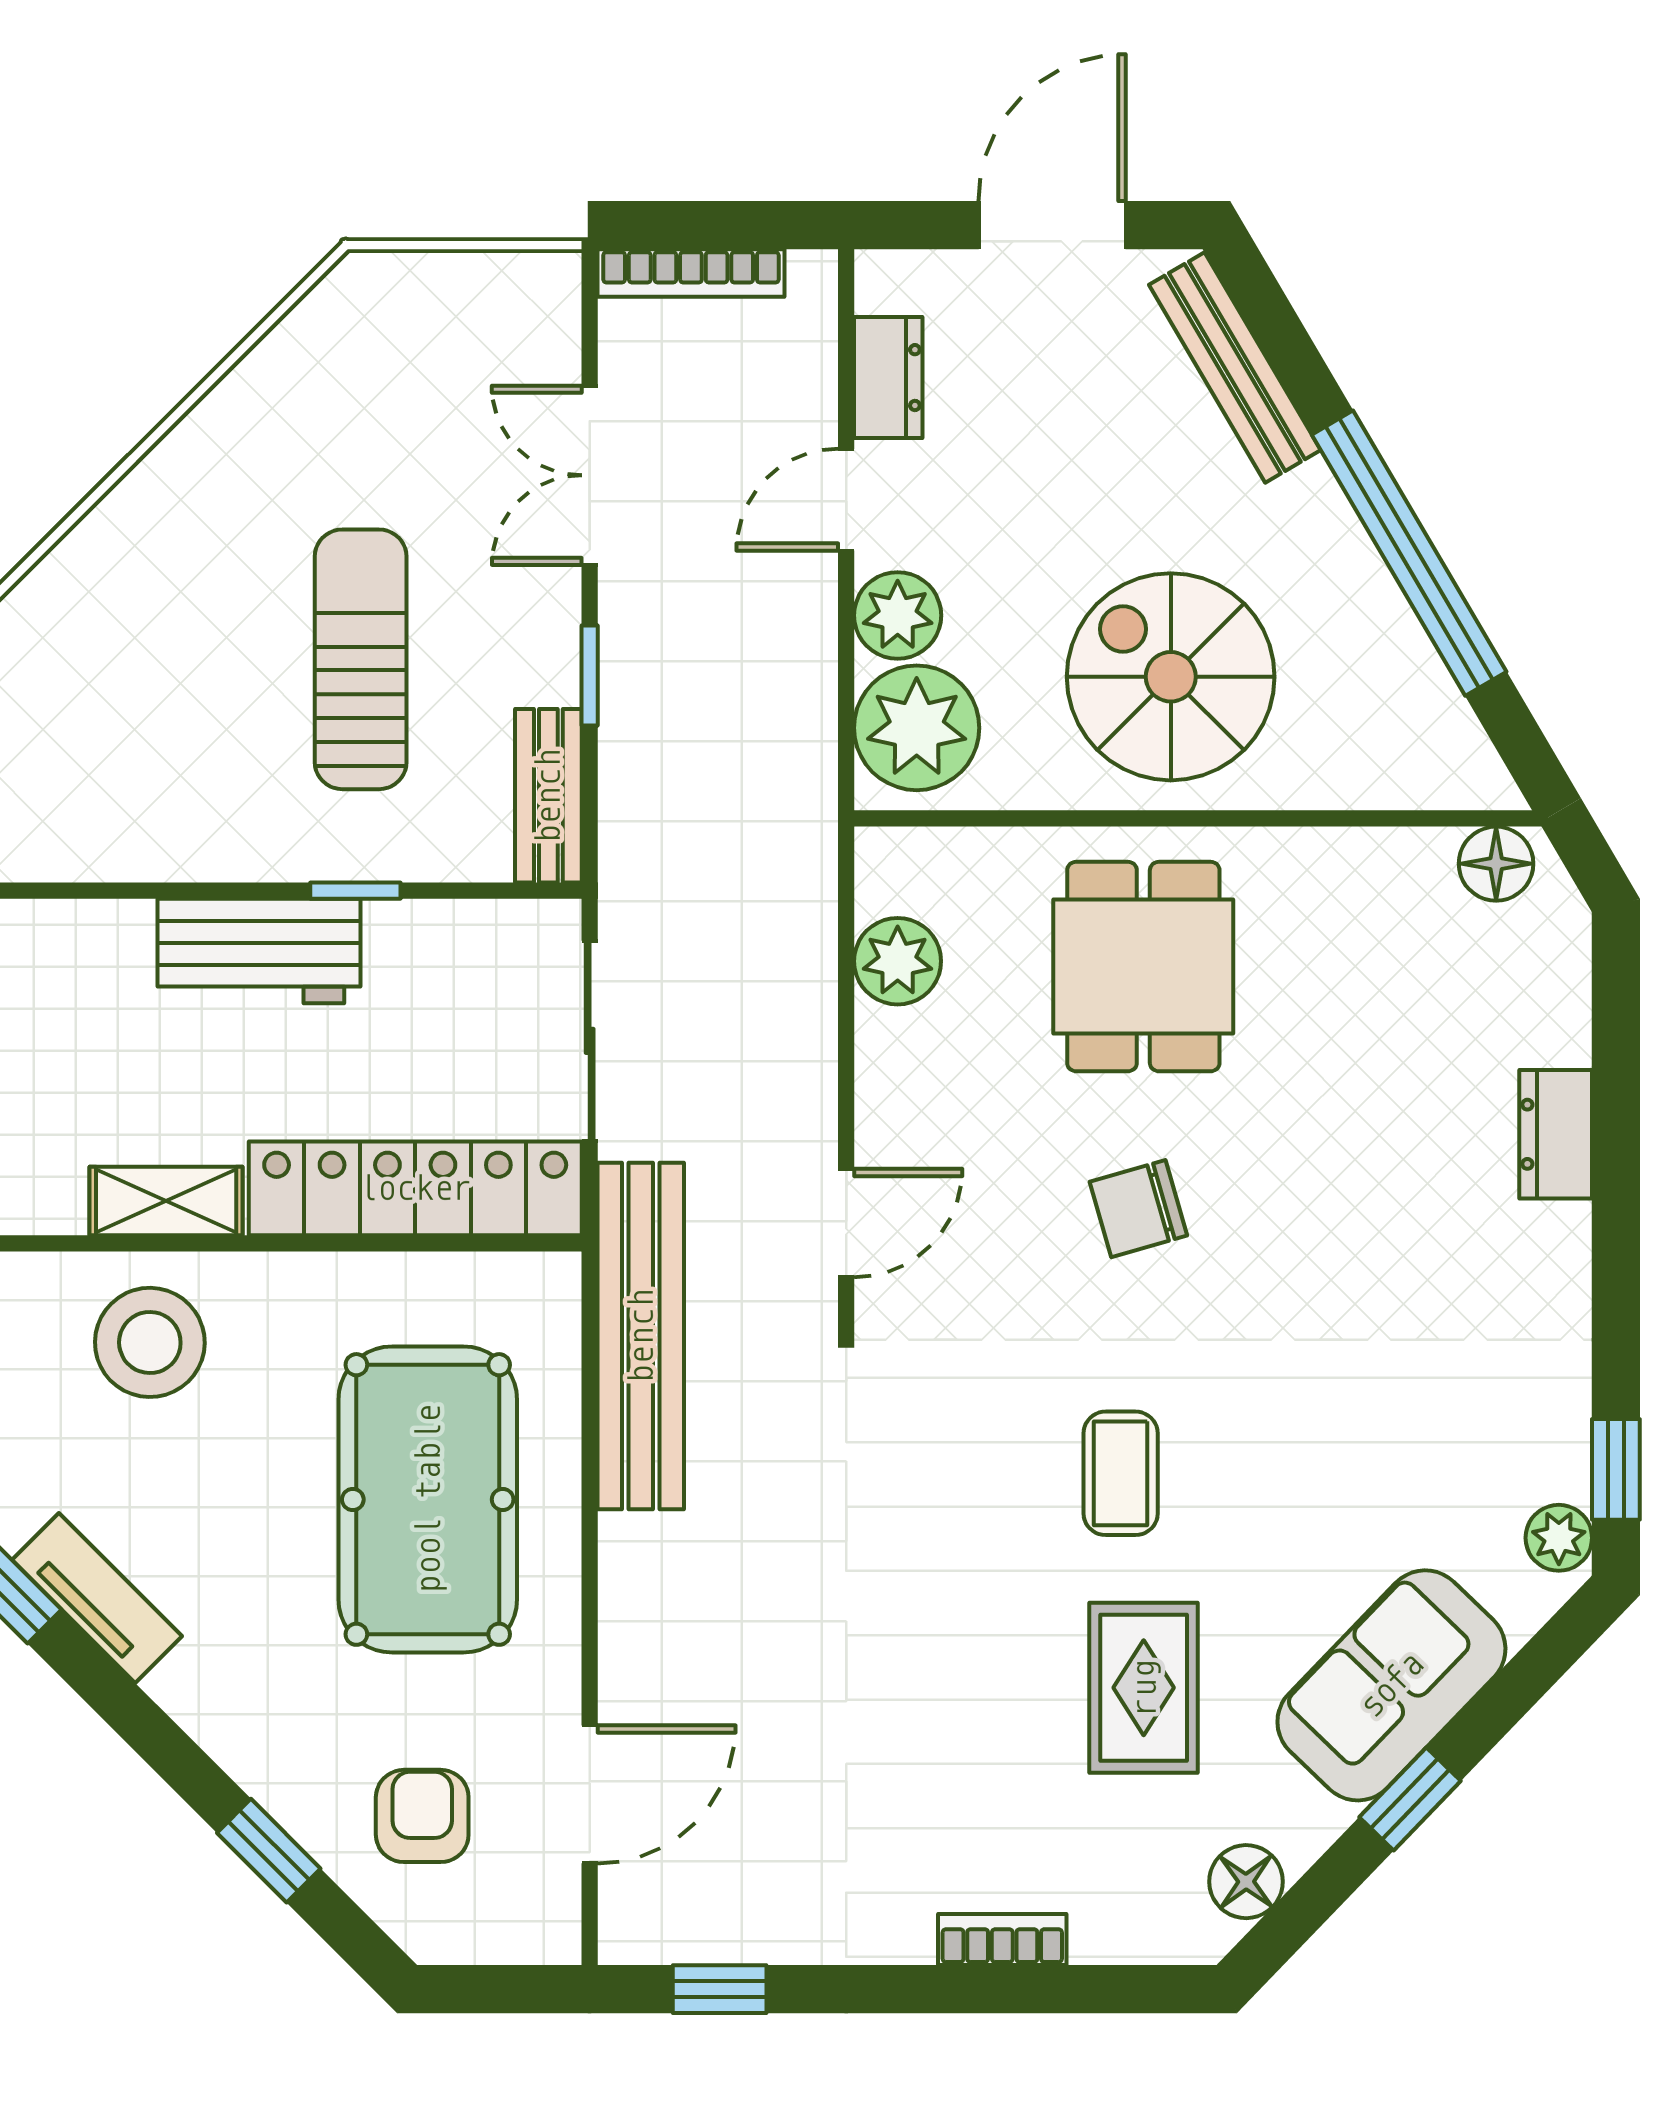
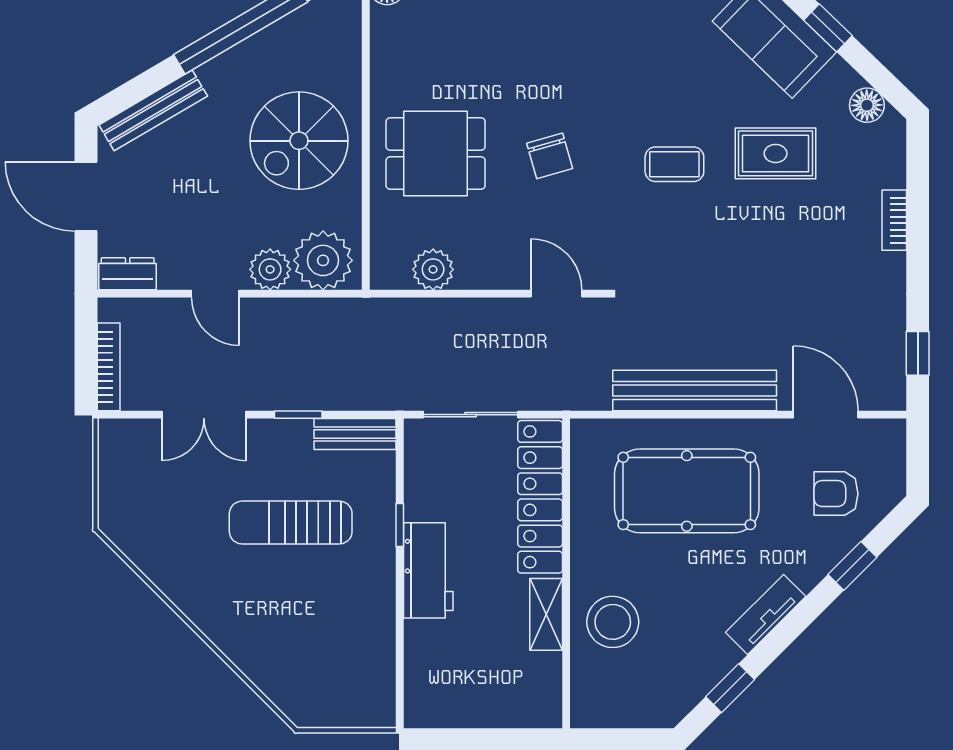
dresser: (888, 378) -> (128, 274), moved
bench: (641, 1336) -> (695, 390), moved
tv unit: (97, 1598) -> (766, 614), moved

